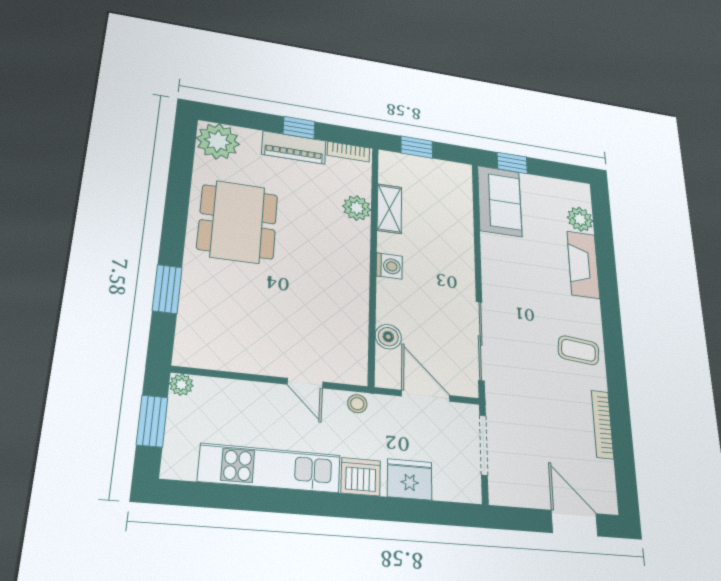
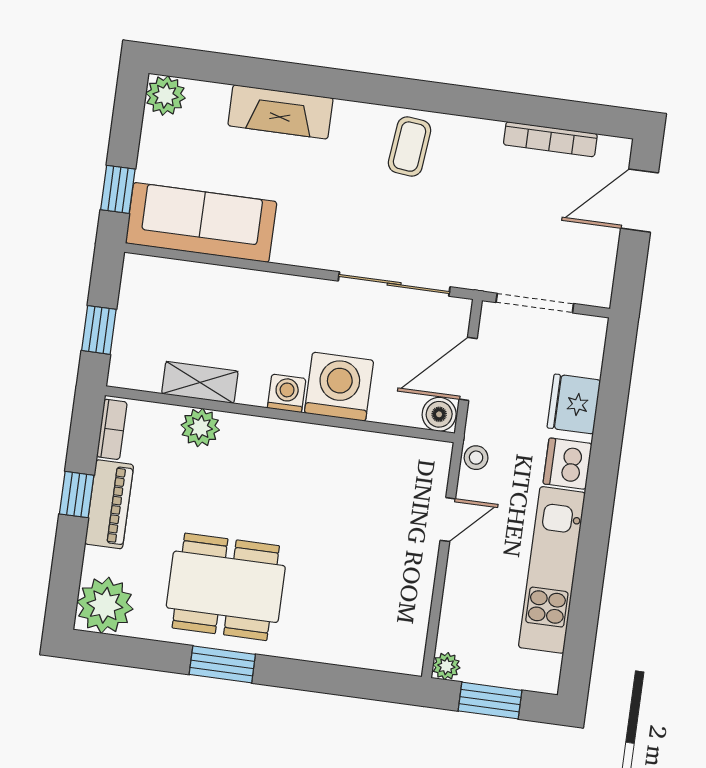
sofa: (500, 201) -> (201, 222), width x1.36
plant: (580, 219) -> (165, 96), moved
window: (167, 289) -> (222, 664), moved
washing machine: (399, 302) -> (339, 387), added
boiler: (388, 337) -> (439, 414), moved
bookcase: (602, 424) -> (550, 139), moved

